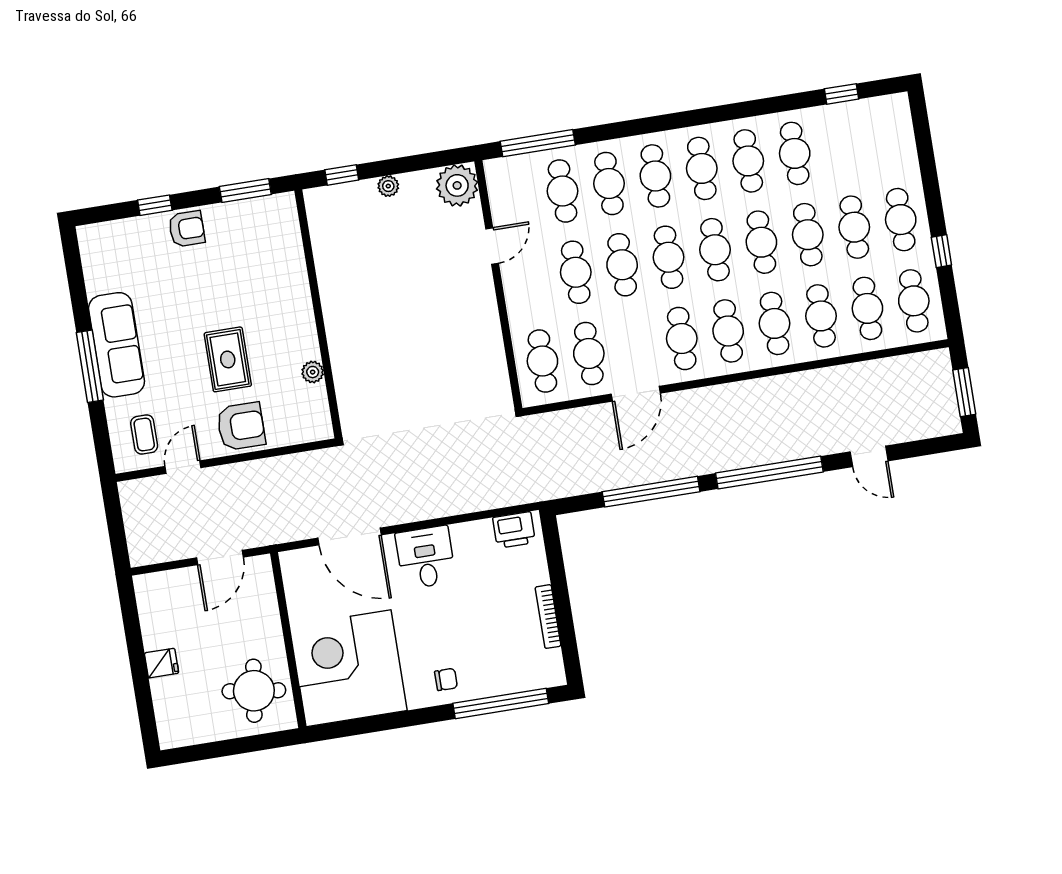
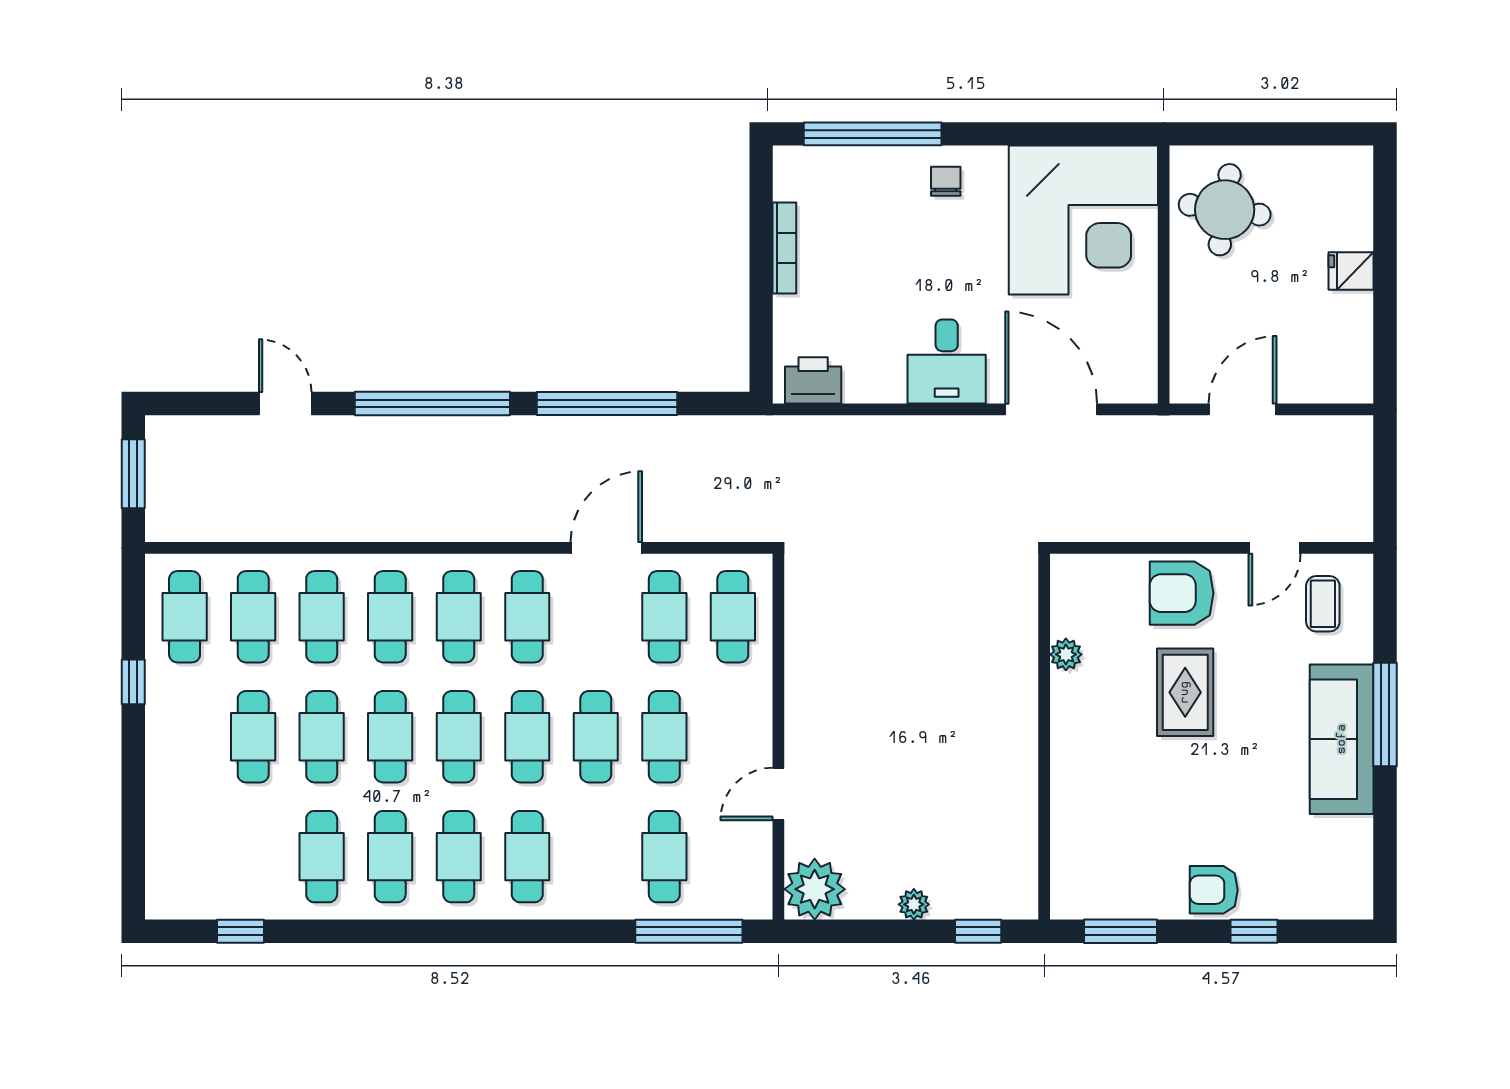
cafe table: (609, 183) -> (596, 857), removed
cafe table: (901, 220) -> (185, 737), removed
chair: (446, 679) -> (946, 181), turned 90

